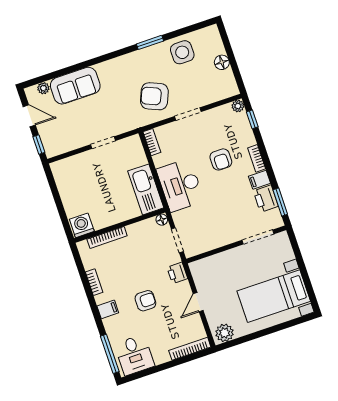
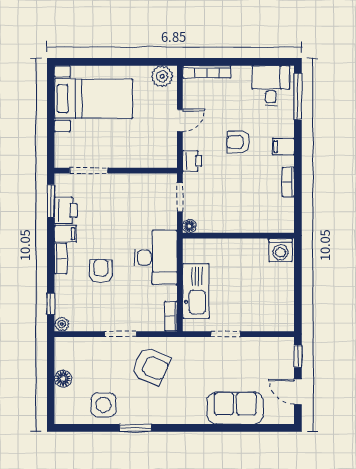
plant: (43, 88) -> (272, 417), removed
kitchen sink: (146, 189) -> (196, 291), moved
bookcase: (107, 238) -> (257, 227), removed

